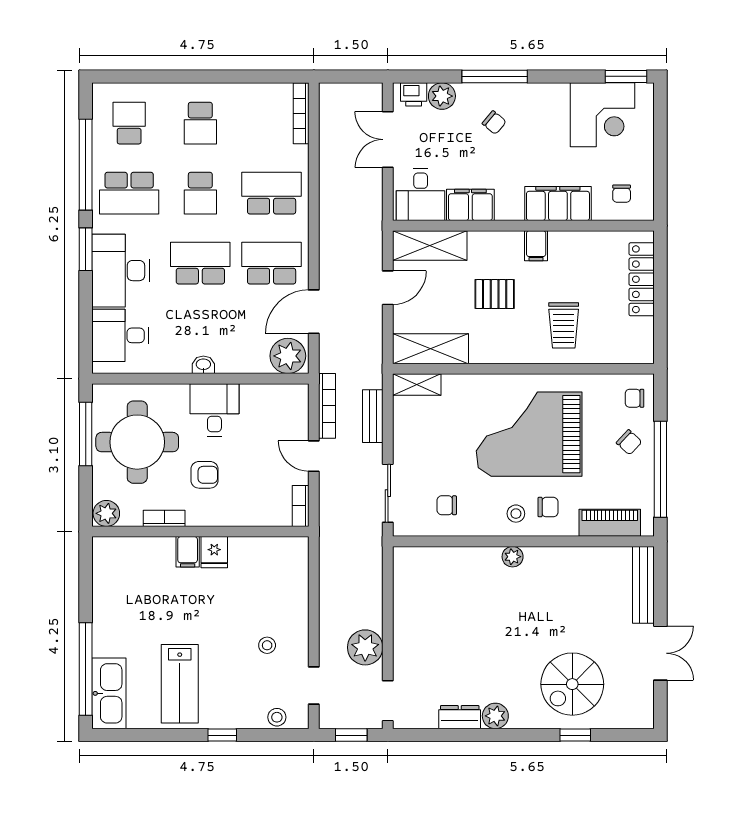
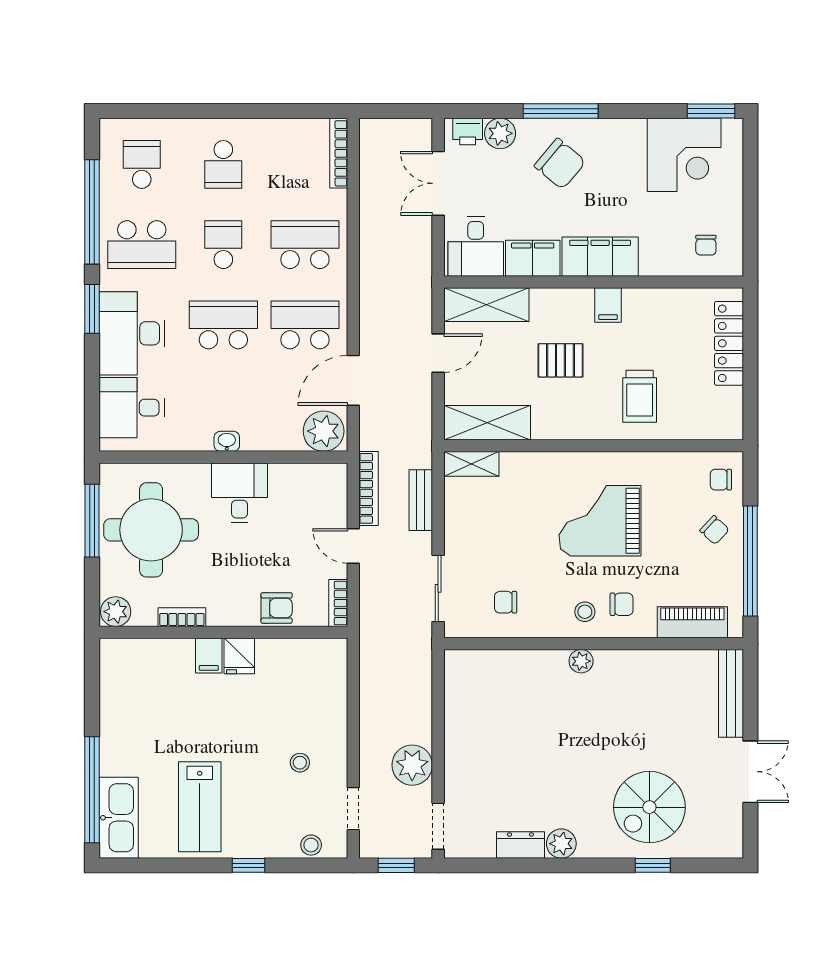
chair: (494, 123) -> (560, 164), width x1.87, depth x1.87
school desk: (200, 193) -> (223, 245), turned 180
filing cabinet: (558, 204) -> (600, 257), moved
grand piano: (529, 434) -> (600, 521), width x0.73, depth x0.68
armchair: (205, 475) -> (277, 608), moved

